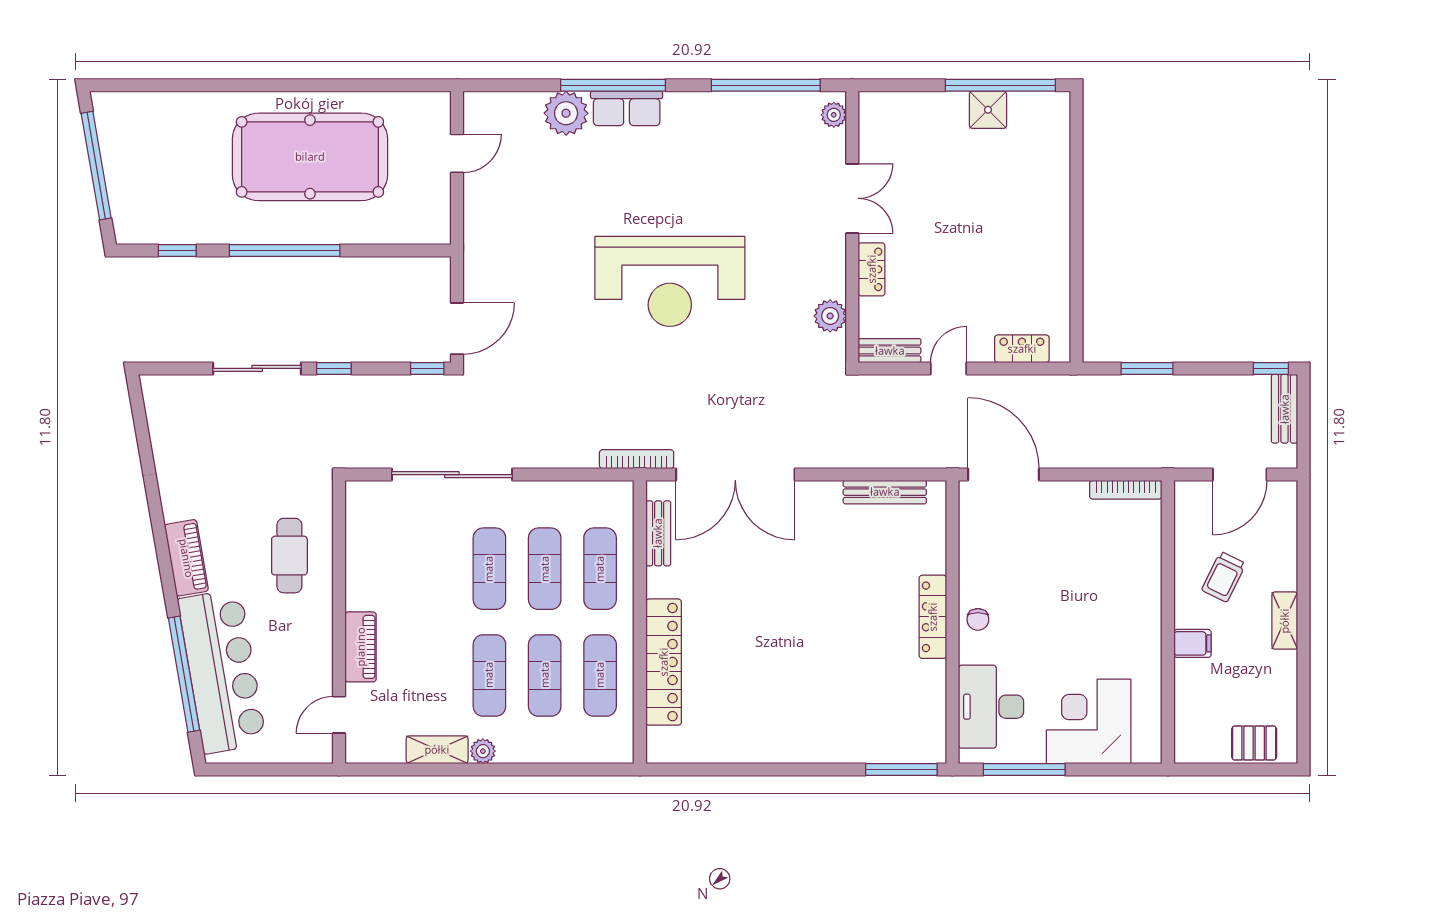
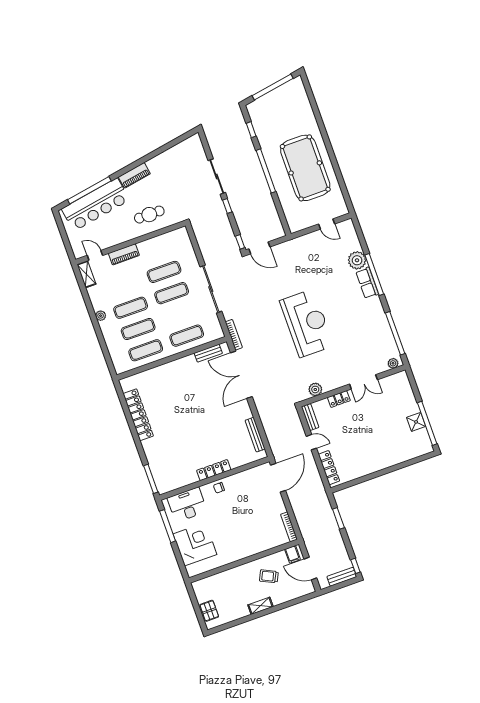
reception desk: (670, 281) -> (307, 323), turned 180
locker: (1022, 349) -> (329, 468), width x1.53
sliding door: (452, 475) -> (211, 289), moved
exercise mat: (545, 569) -> (164, 272), moved
filing cabinet: (1192, 643) -> (293, 554), moved
locker: (664, 662) -> (138, 415), moved, turned -90
shelving: (437, 750) -> (86, 274), moved

